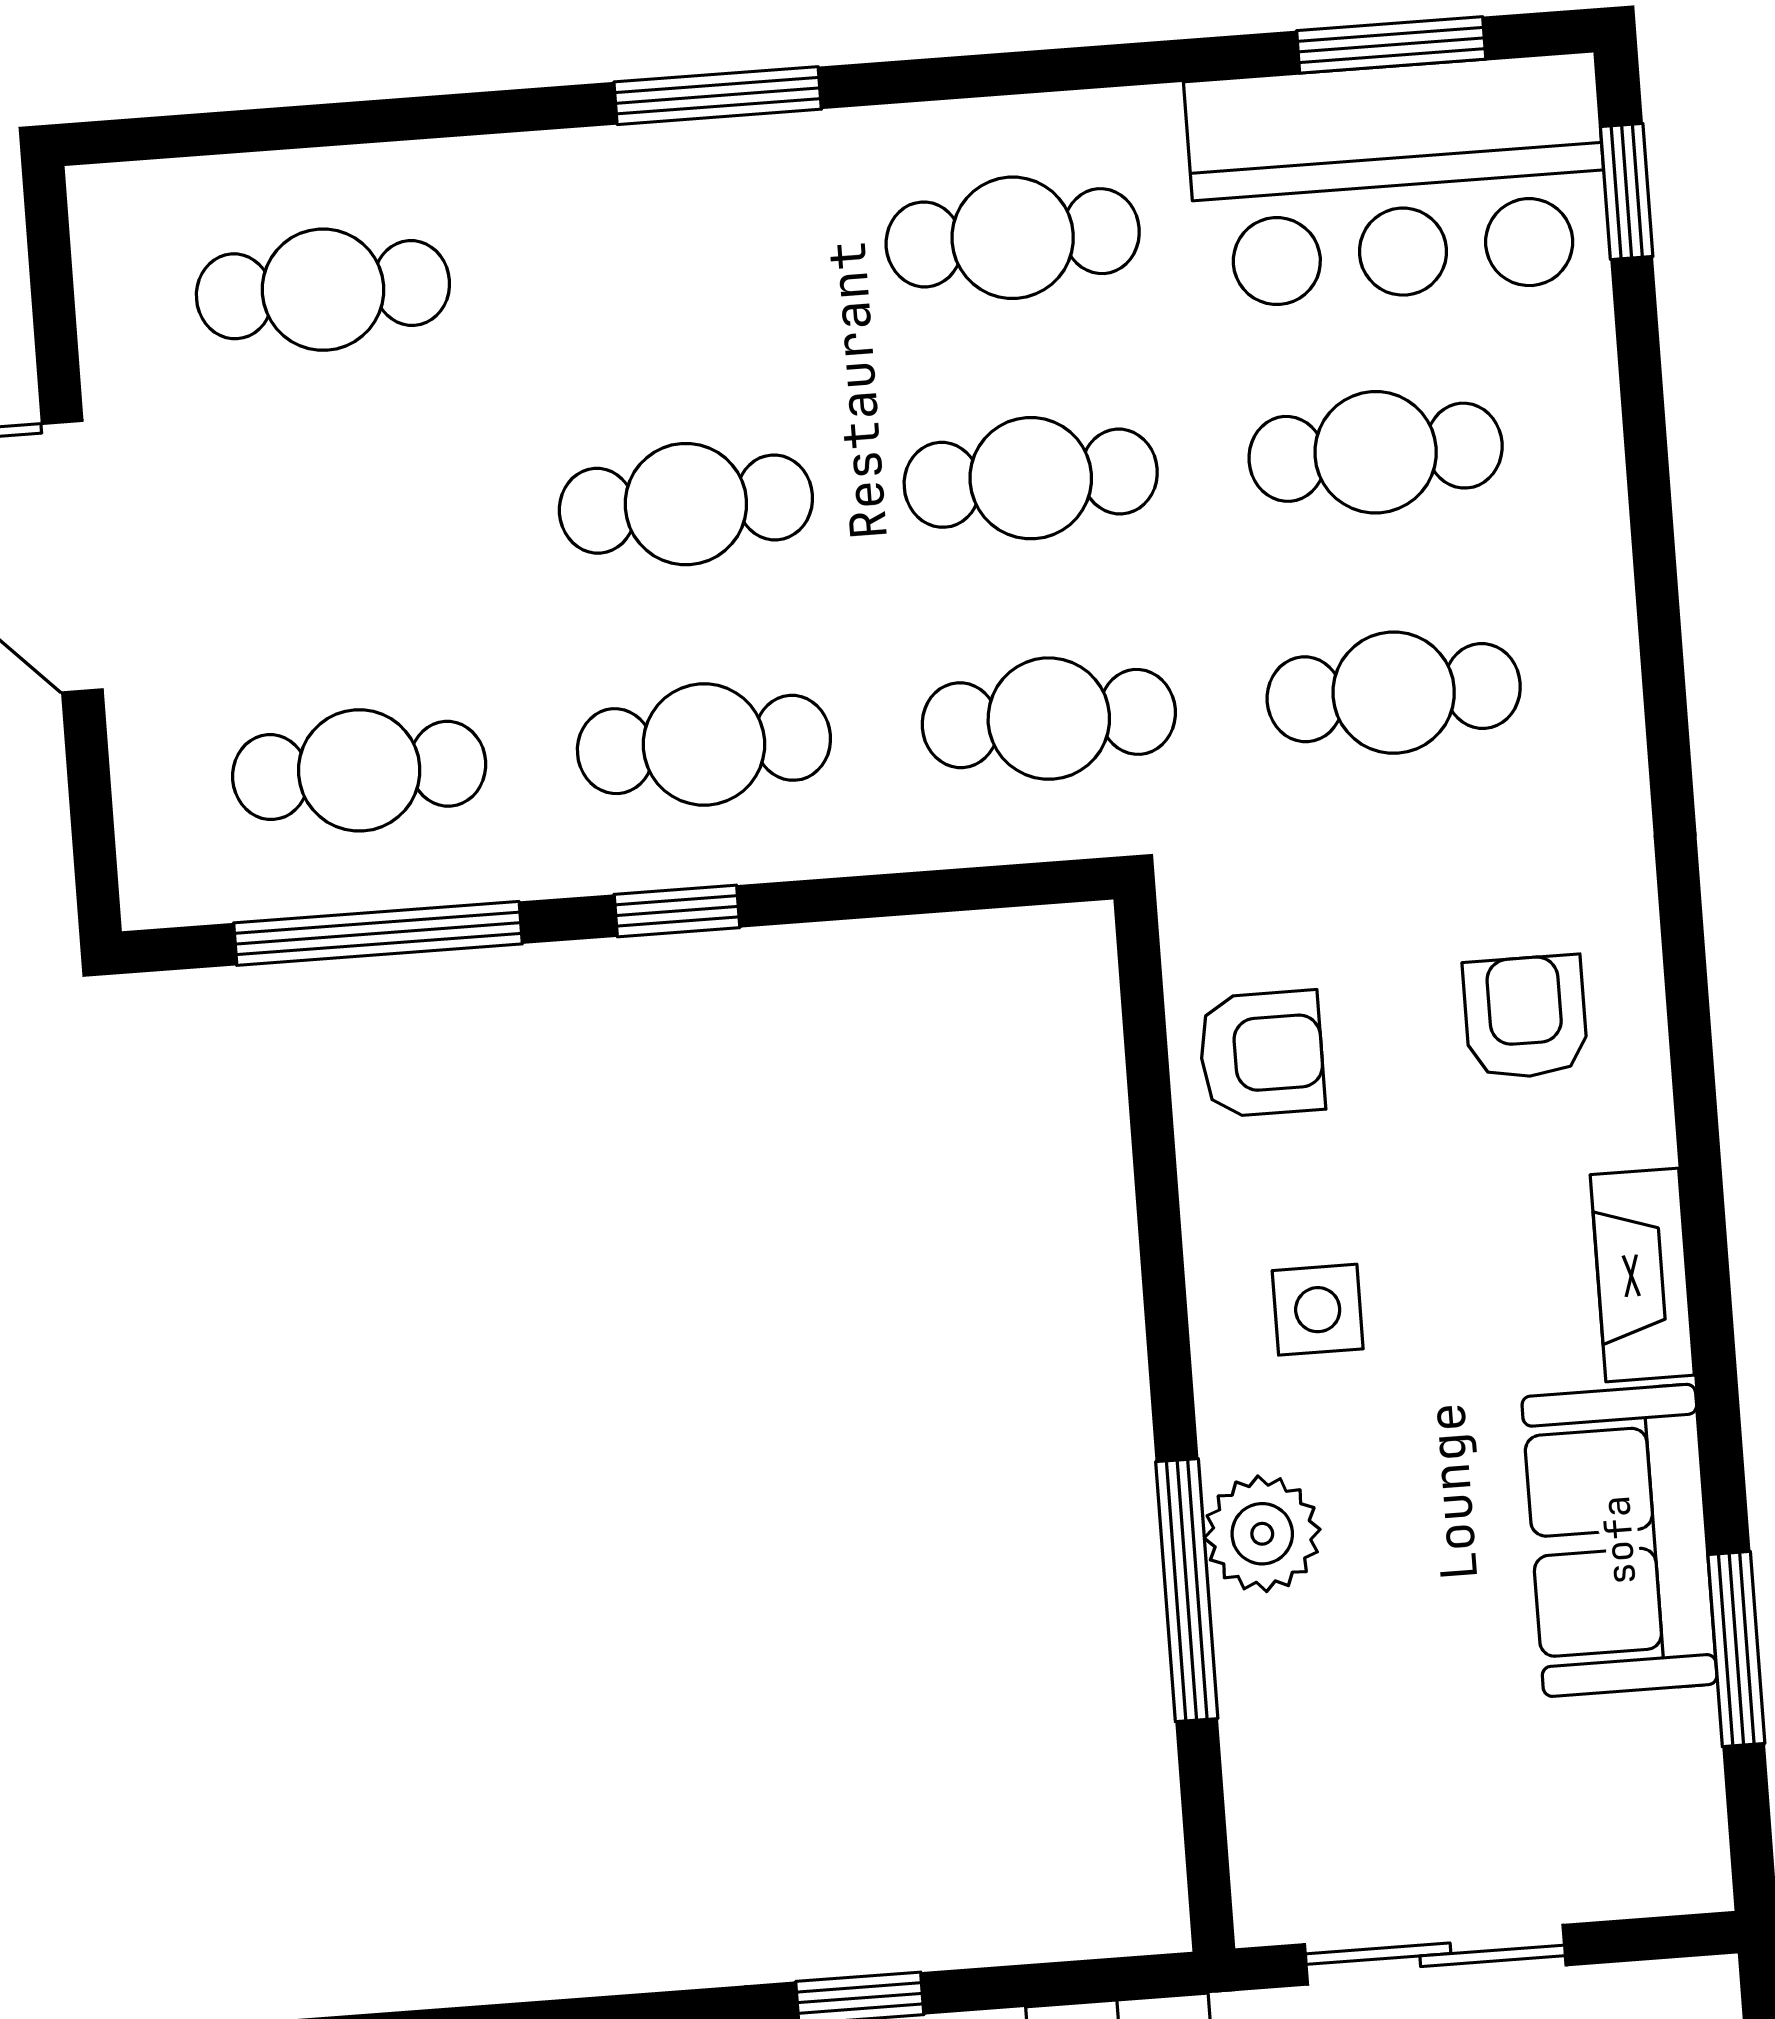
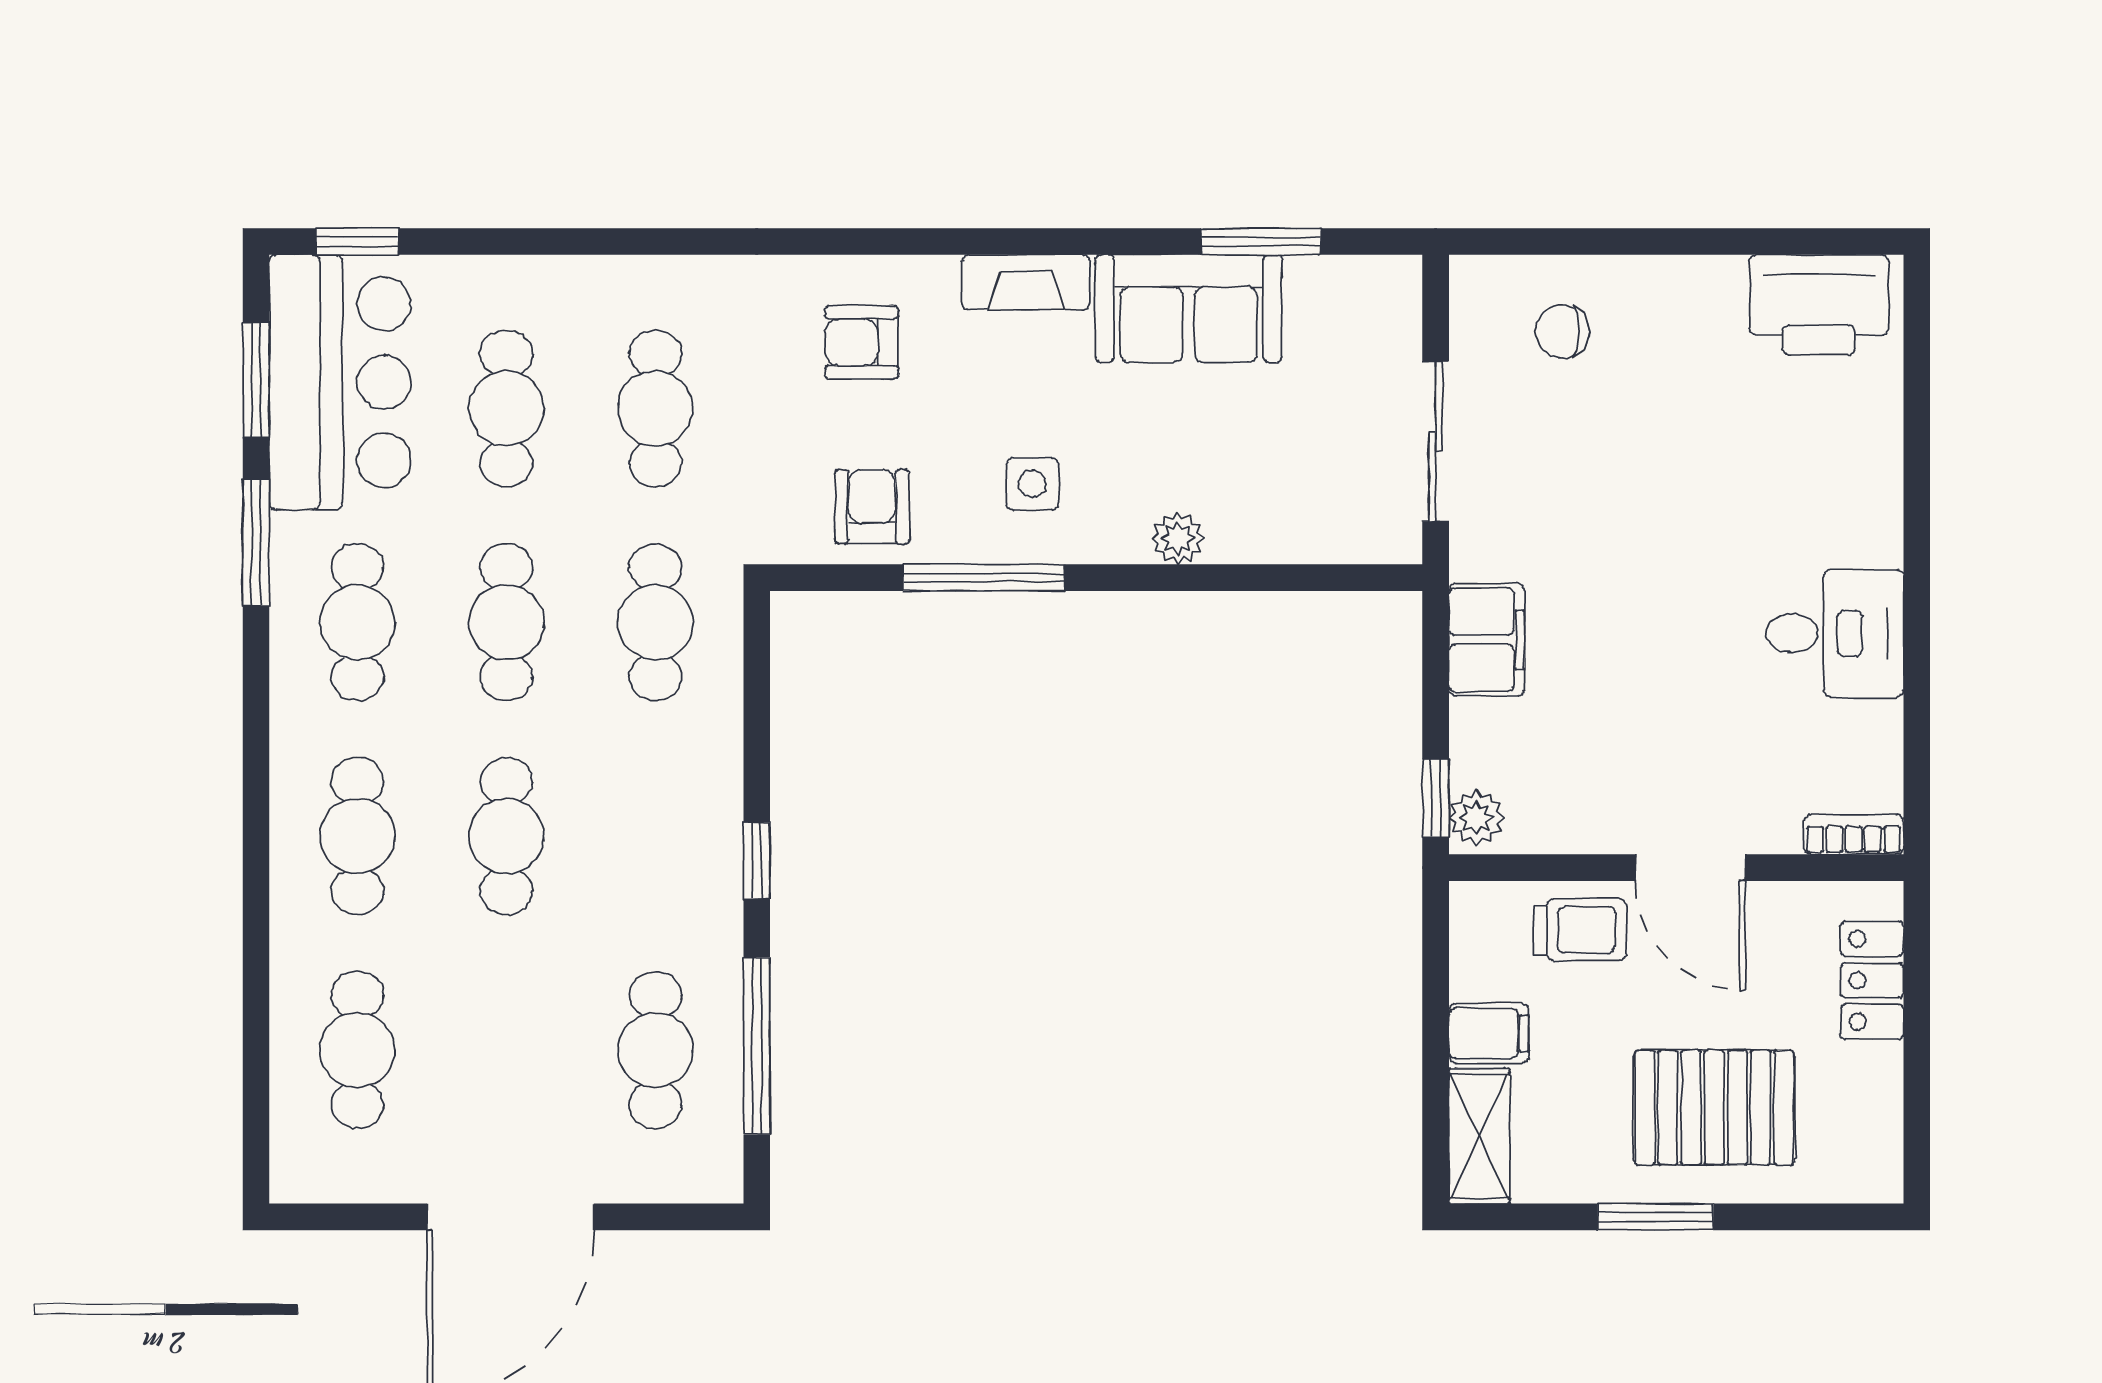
window: (718, 96) -> (256, 543), moved
cafe table: (704, 744) -> (357, 836), moved
plant: (1262, 1534) -> (1178, 538), width x0.73, depth x0.73
window: (1187, 1590) -> (984, 578), moved

